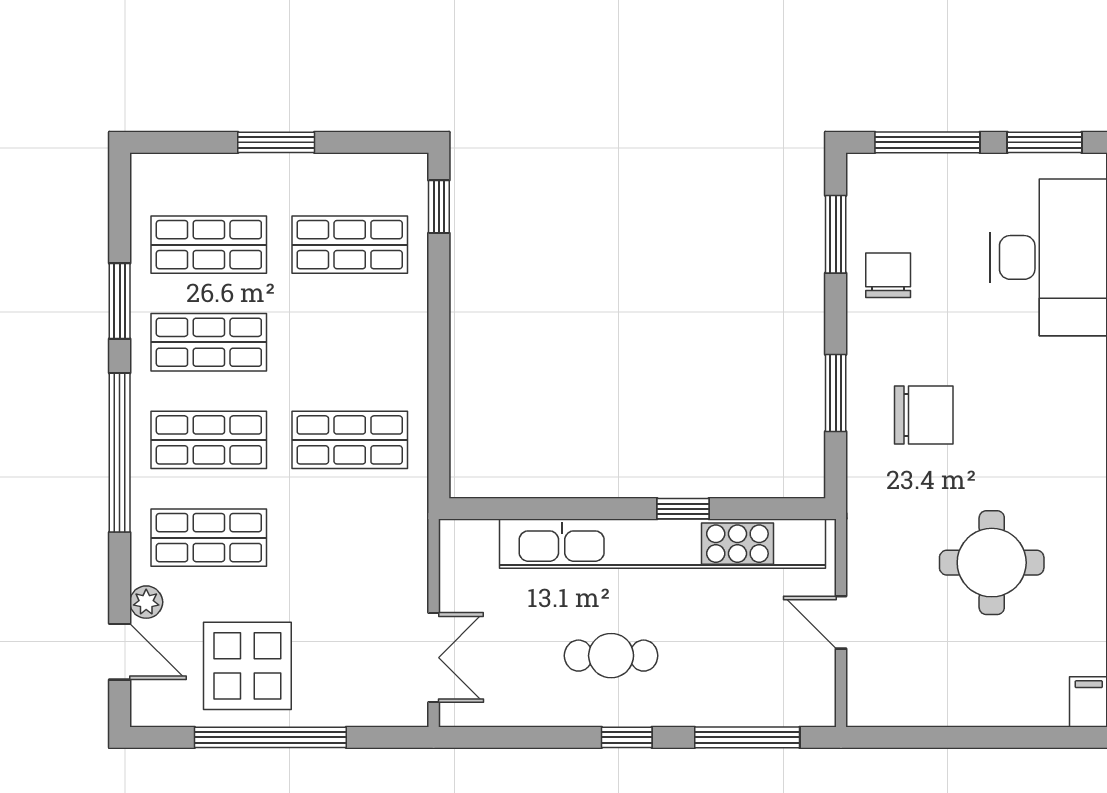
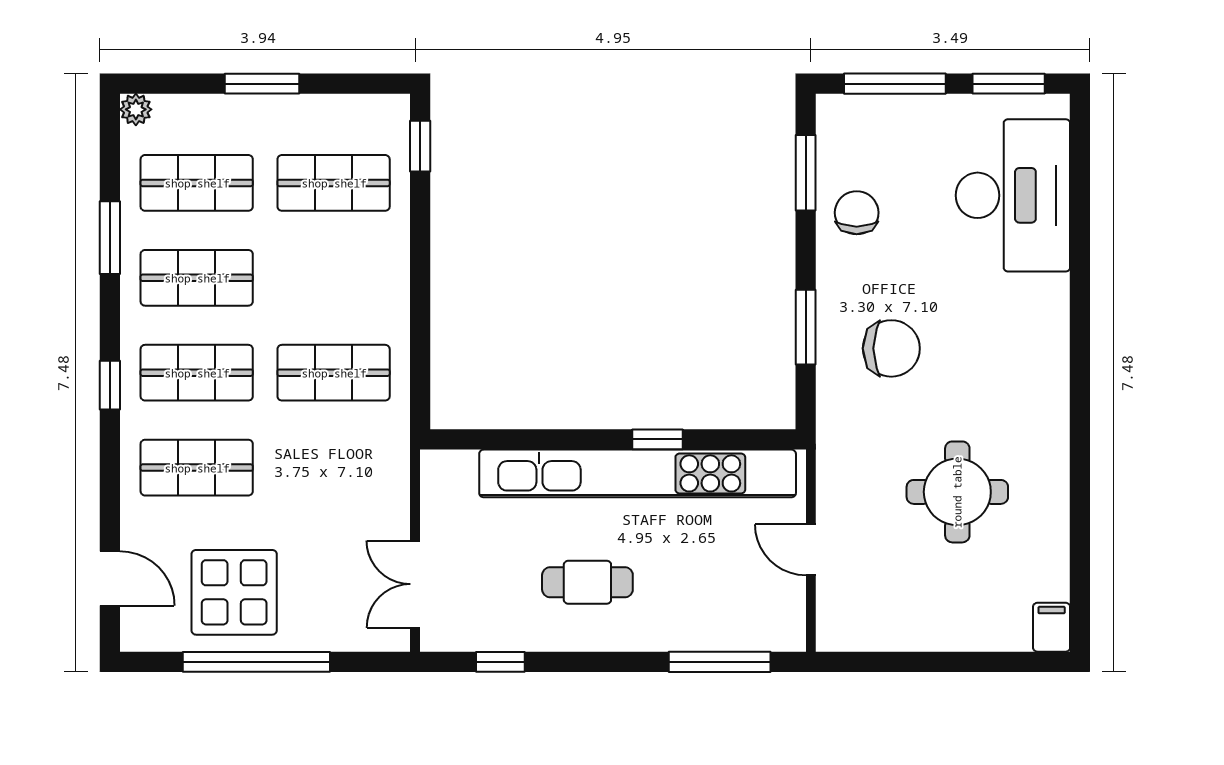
window: (120, 453) -> (110, 385), width x0.32
plant: (146, 602) -> (136, 109), moved
double door: (434, 658) -> (415, 584), swing flipped
window: (627, 737) -> (500, 662), moved

